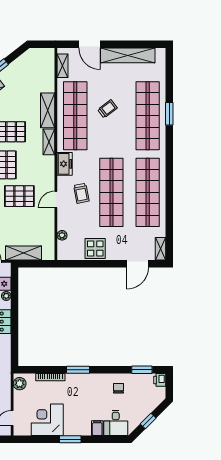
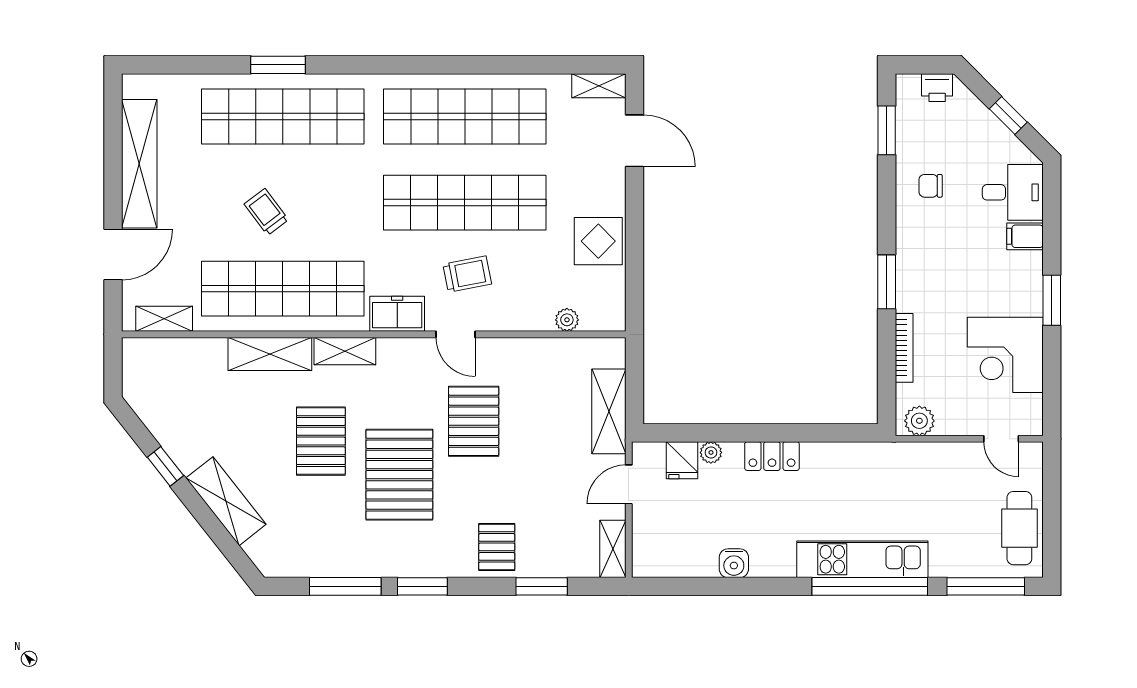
door: (56, 199) -> (456, 334), moved
printer: (160, 380) -> (937, 88), moved

